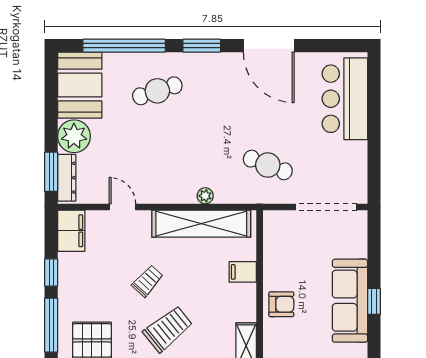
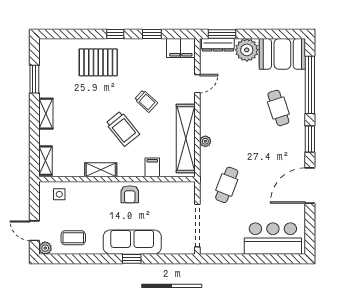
window: (51, 325) -> (115, 34), width x0.46
trolley: (168, 329) -> (123, 129), moved

